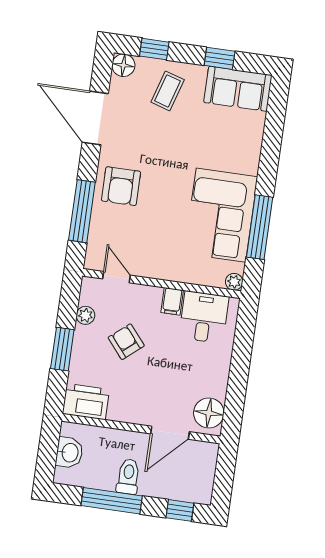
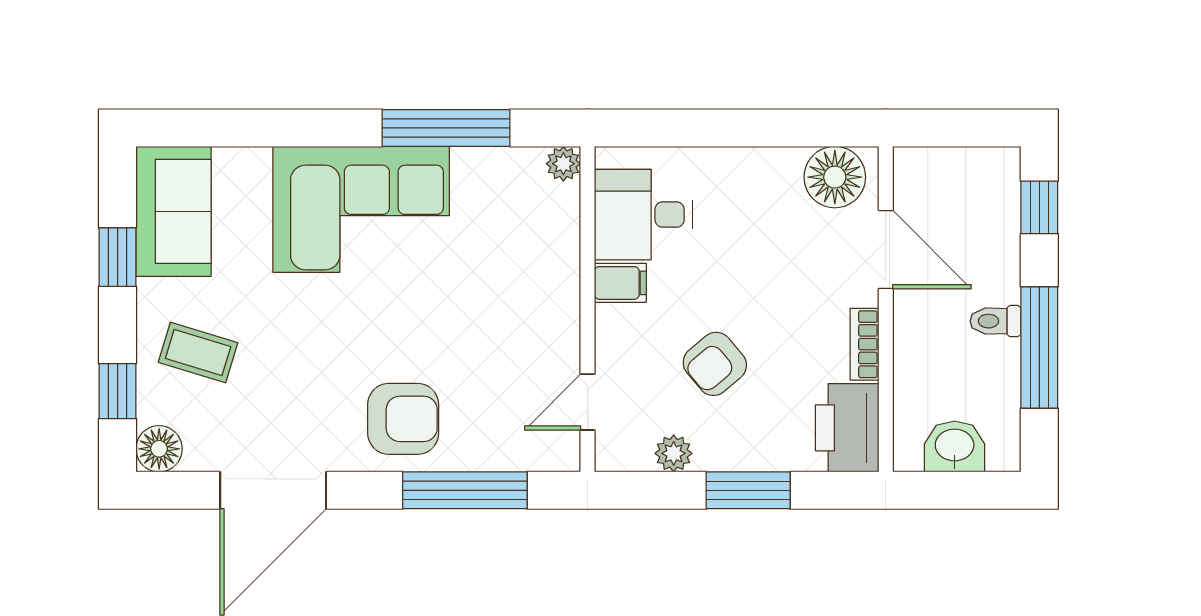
corner sofa: (221, 215) -> (361, 209), moved
bookcase: (125, 416) -> (864, 344), added
toilet: (128, 476) -> (996, 321), width x0.73, depth x0.72

